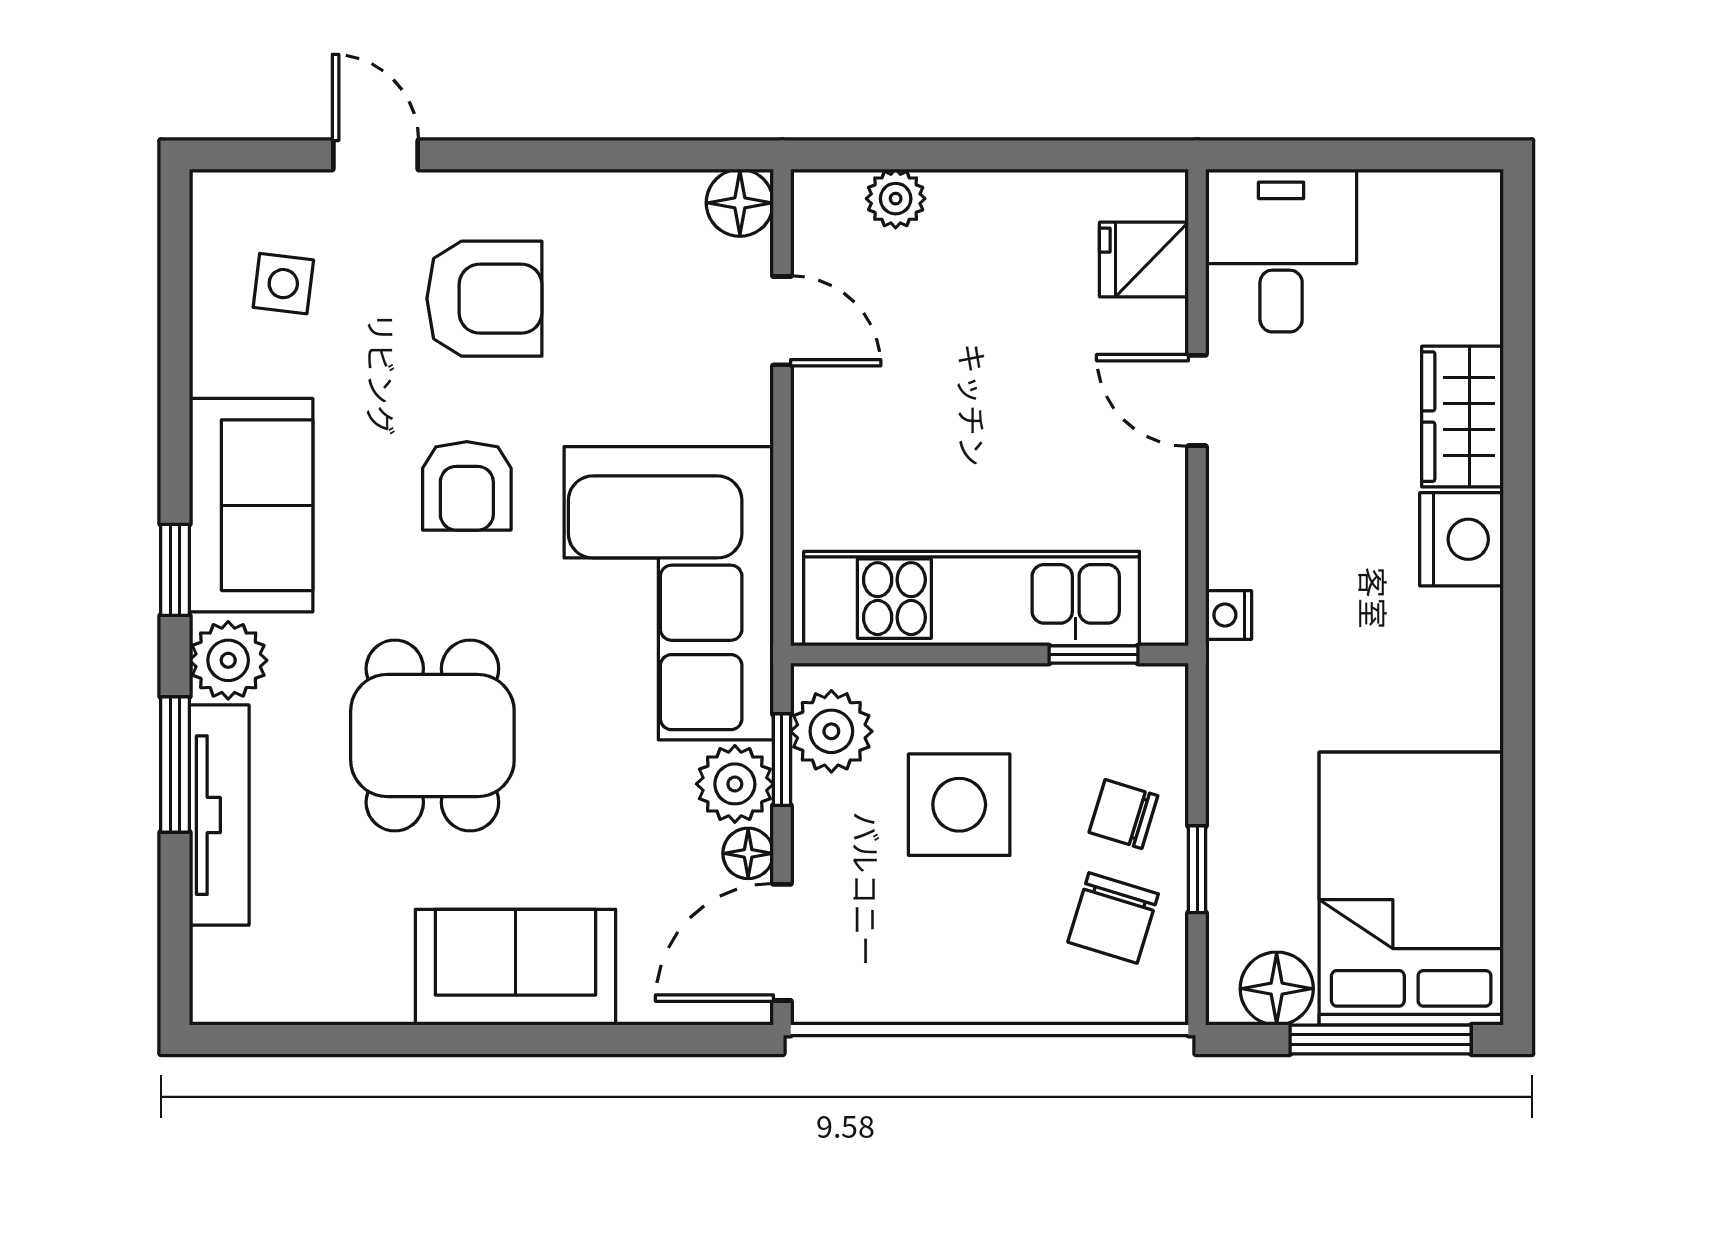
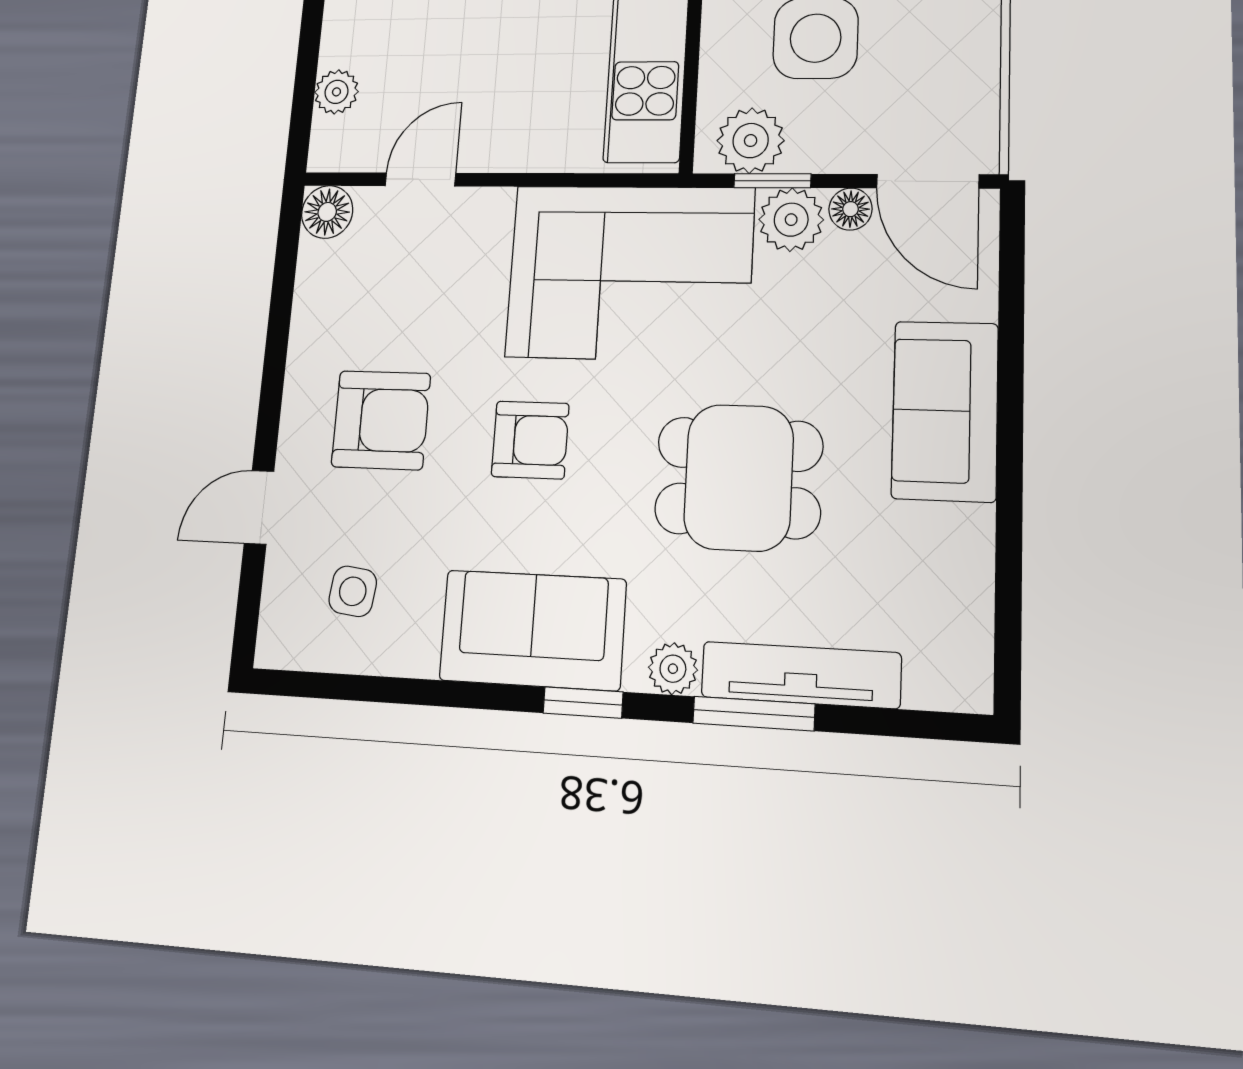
armchair: (484, 299) -> (381, 420), turned 90
plant: (228, 660) -> (673, 669), width x0.73, depth x0.73

